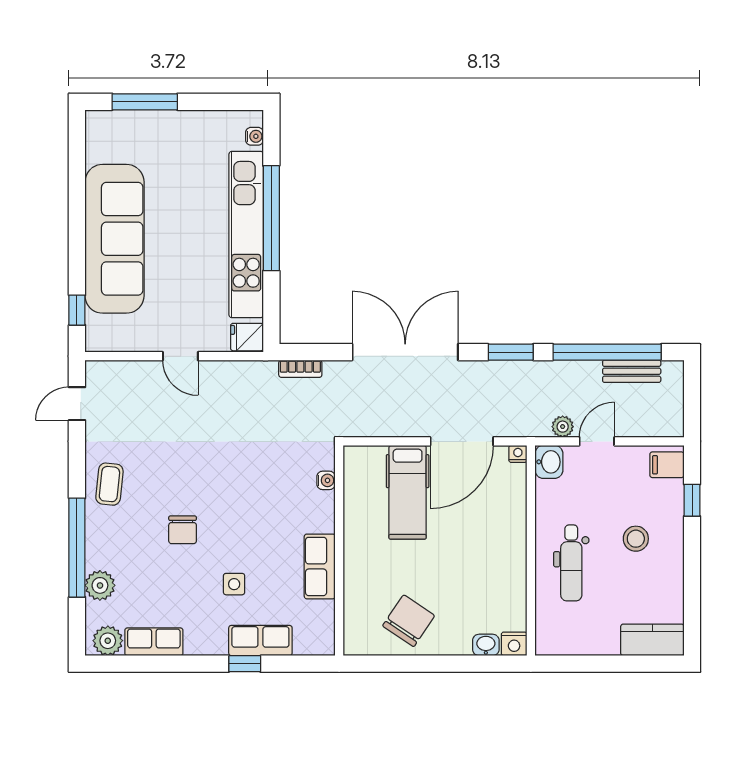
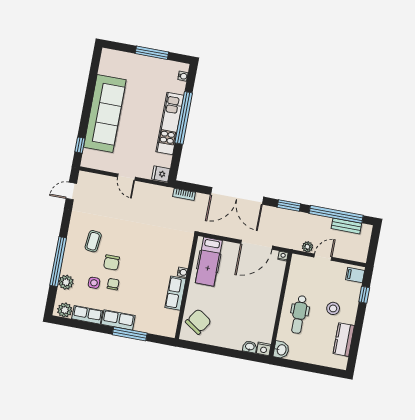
window: (145, 102) -> (152, 53), moved
kitchen unit: (246, 235) -> (170, 124), width x0.73
double door: (405, 352) -> (237, 196), swing flipped
washbasin: (549, 462) -> (281, 350), moved
water cooler: (326, 480) -> (183, 272), moved
coffee table: (109, 484) -> (93, 241), moved
hospital bed: (408, 492) -> (209, 262), moved
chair: (194, 572) -> (113, 284), added
side table: (234, 584) -> (94, 283), moved
chair: (409, 621) -> (198, 322), moved
kitchen counter: (652, 640) -> (344, 340), moved, turned -90
row of seats: (260, 641) -> (118, 320), moved
window: (245, 664) -> (130, 334), width x2.17

